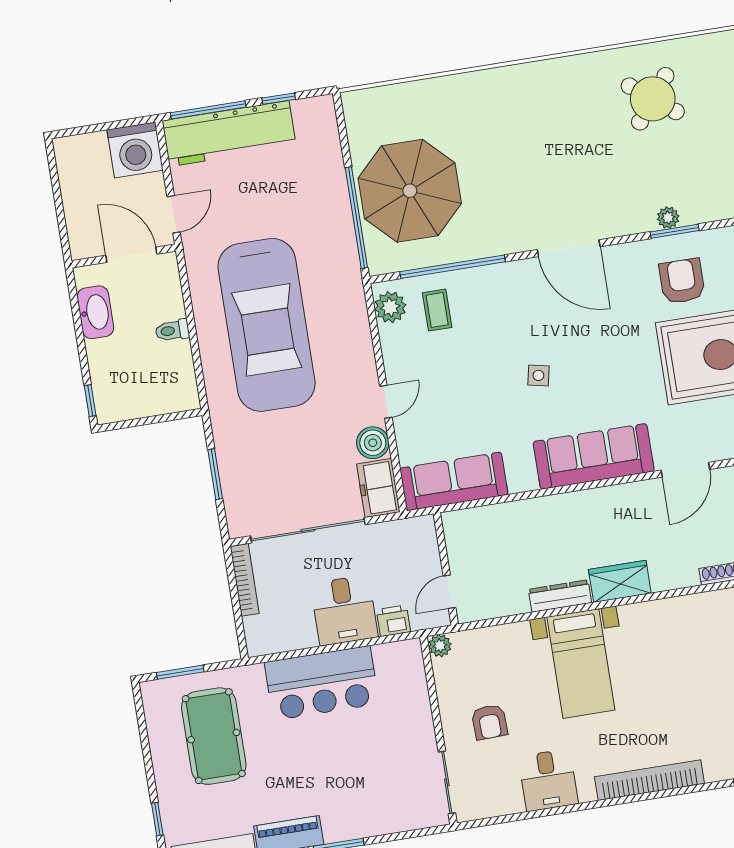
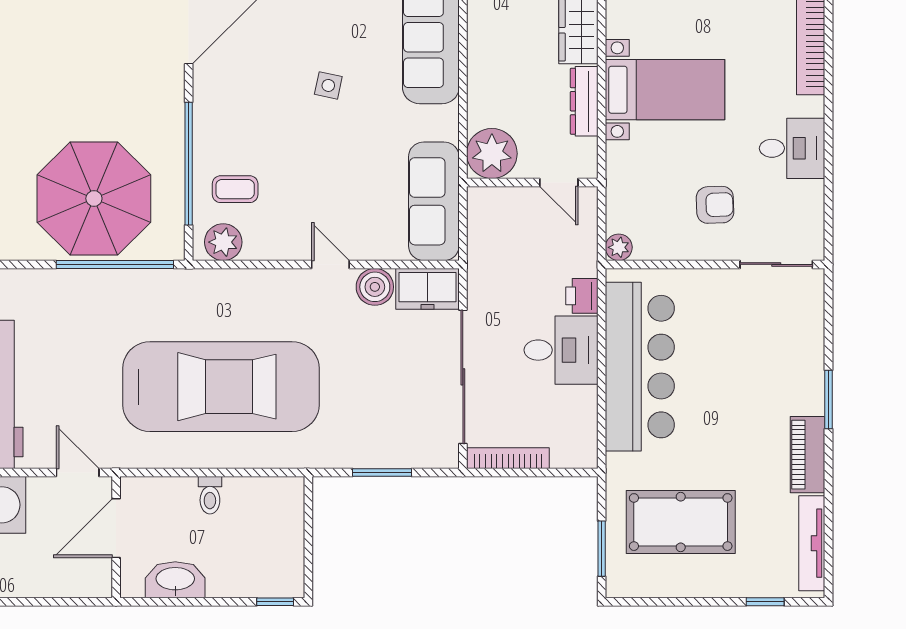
plant: (503, 524) -> (492, 154), added
wall: (446, 569) -> (532, 183), moved
door: (449, 592) -> (559, 183), moved
bar counter: (322, 683) -> (640, 367), width x1.36

